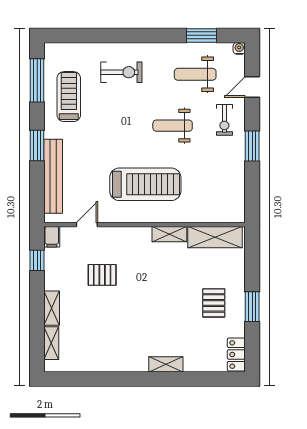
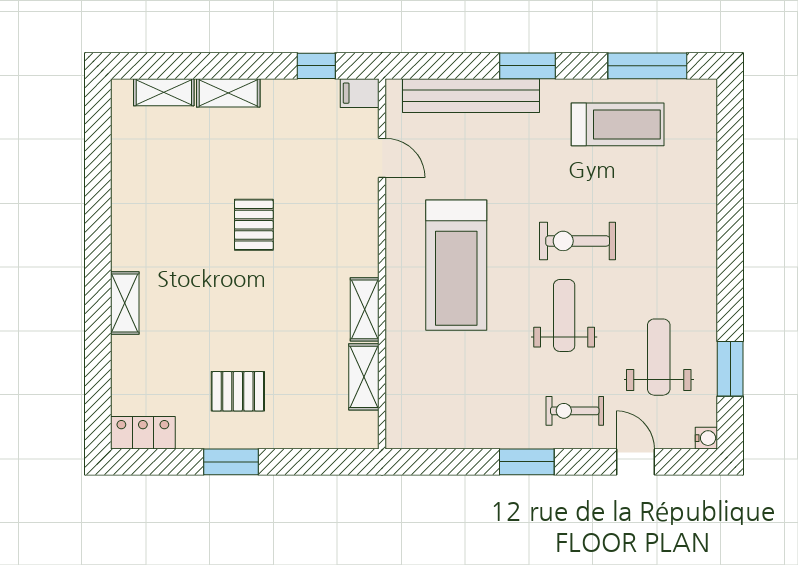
exercise bike: (121, 72) -> (578, 241), moved, turned 90
shelving: (215, 237) -> (364, 377), width x0.67, depth x0.75
pallet: (102, 275) -> (254, 225), moved

